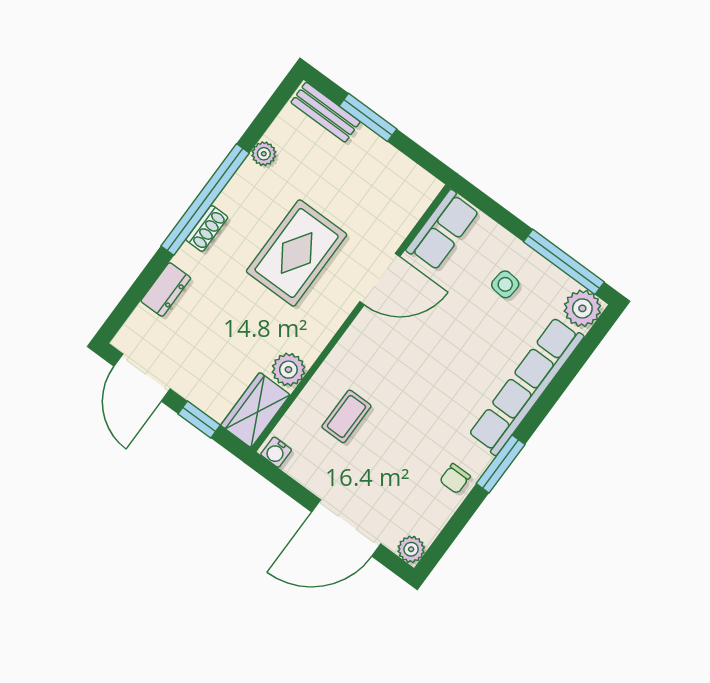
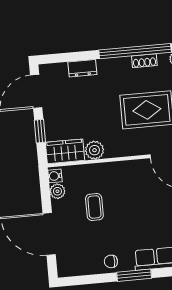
shoe rack: (207, 229) -> (144, 61), moved
coffee table: (346, 416) -> (94, 207), moved, turned 90
plant: (411, 549) -> (57, 191), moved

